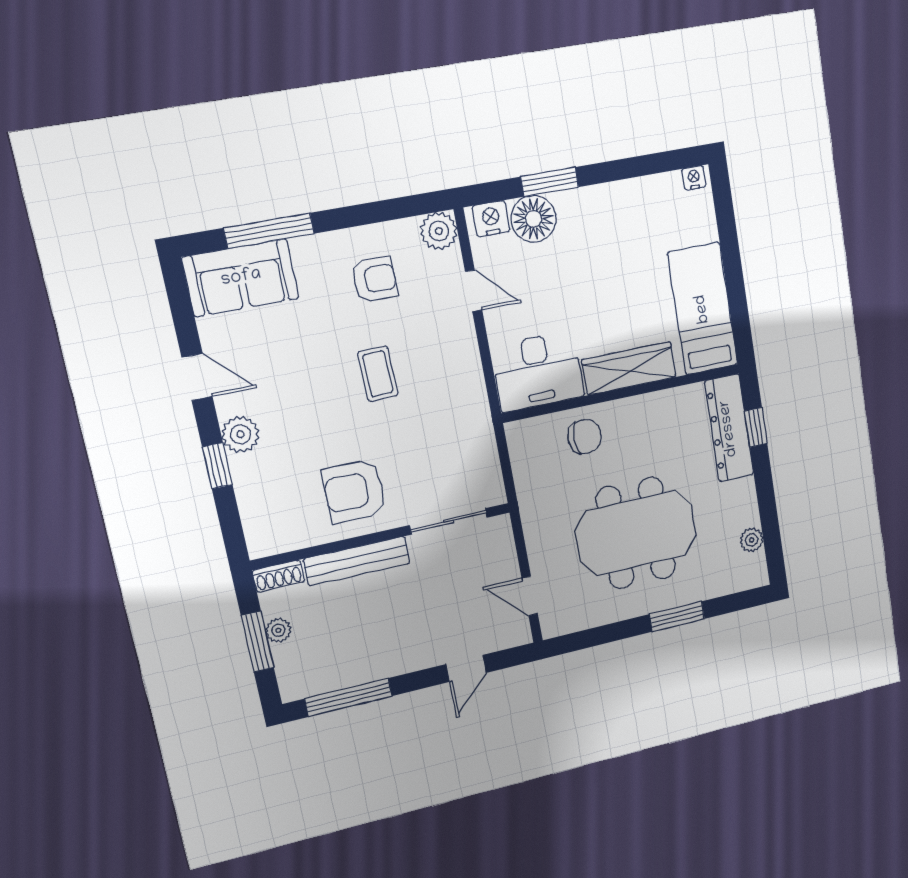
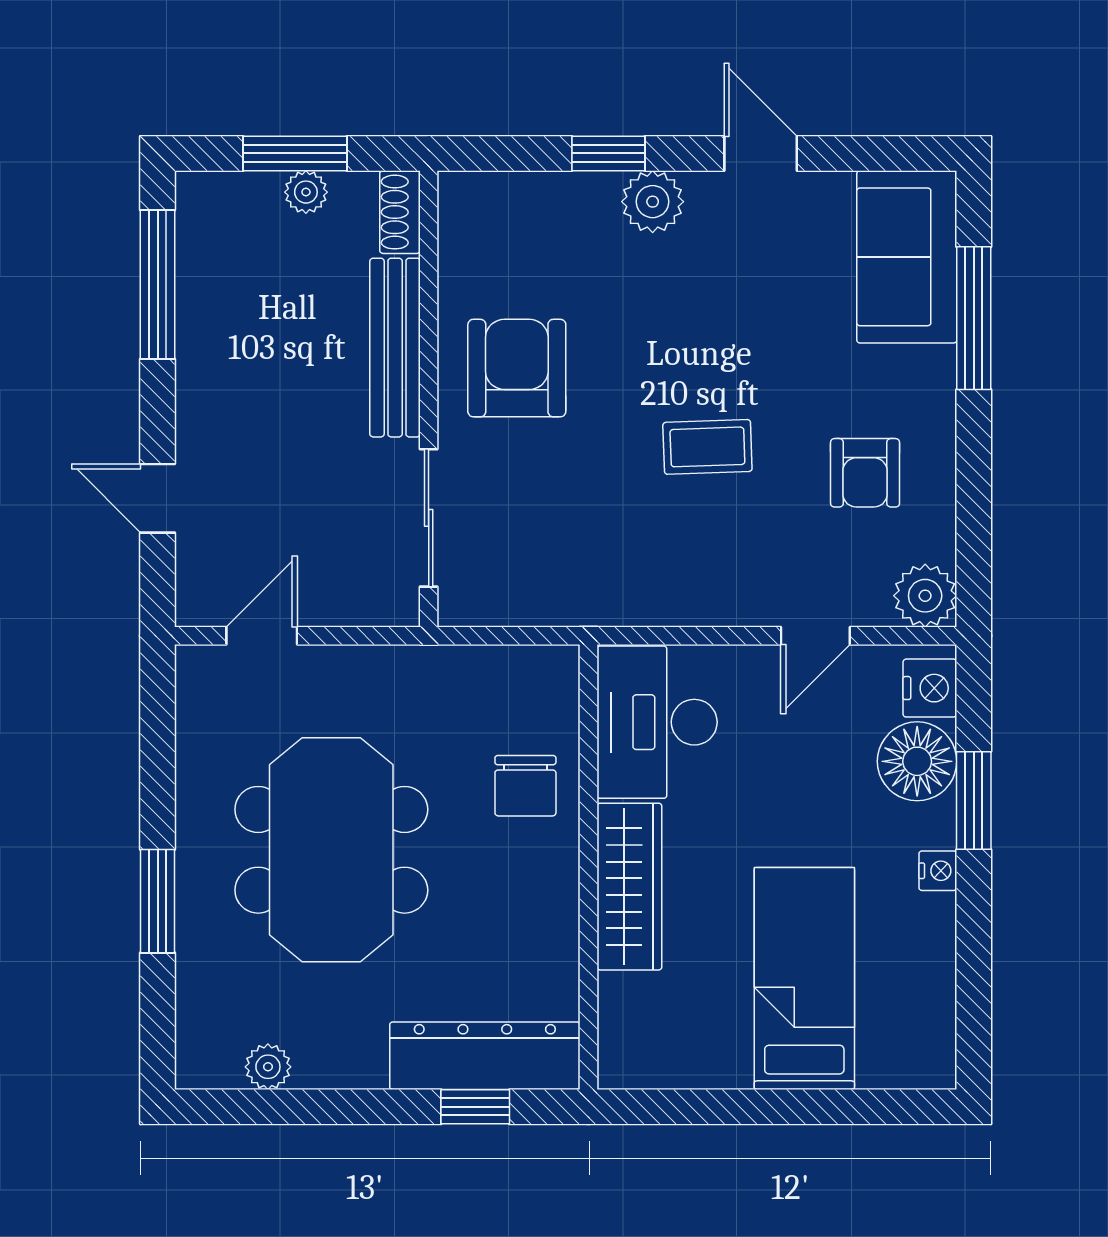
nightstand: (694, 178) -> (938, 871), moved
bed: (703, 309) -> (804, 978), moved, turned -90
door: (197, 377) -> (761, 153), swing flipped

